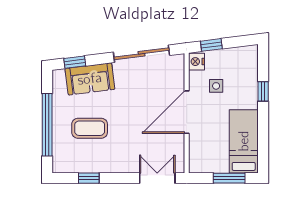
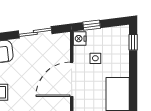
sliding door: (142, 54) -> (35, 32), width x0.73
window: (263, 91) -> (133, 42), moved

